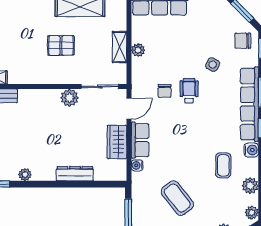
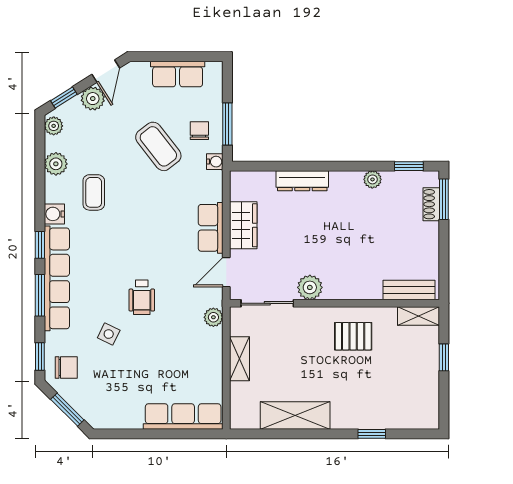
pallet: (61, 45) -> (353, 336), moved
plant: (138, 50) -> (213, 317), moved
chair: (165, 91) -> (199, 131), moved
water cooler: (137, 165) -> (215, 162), moved

